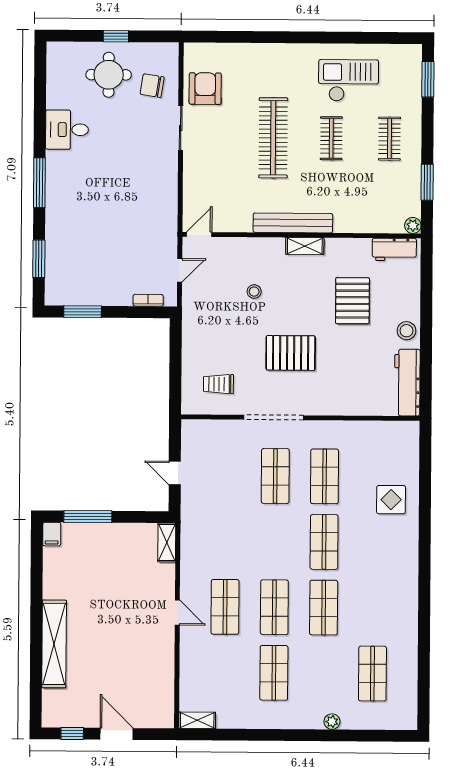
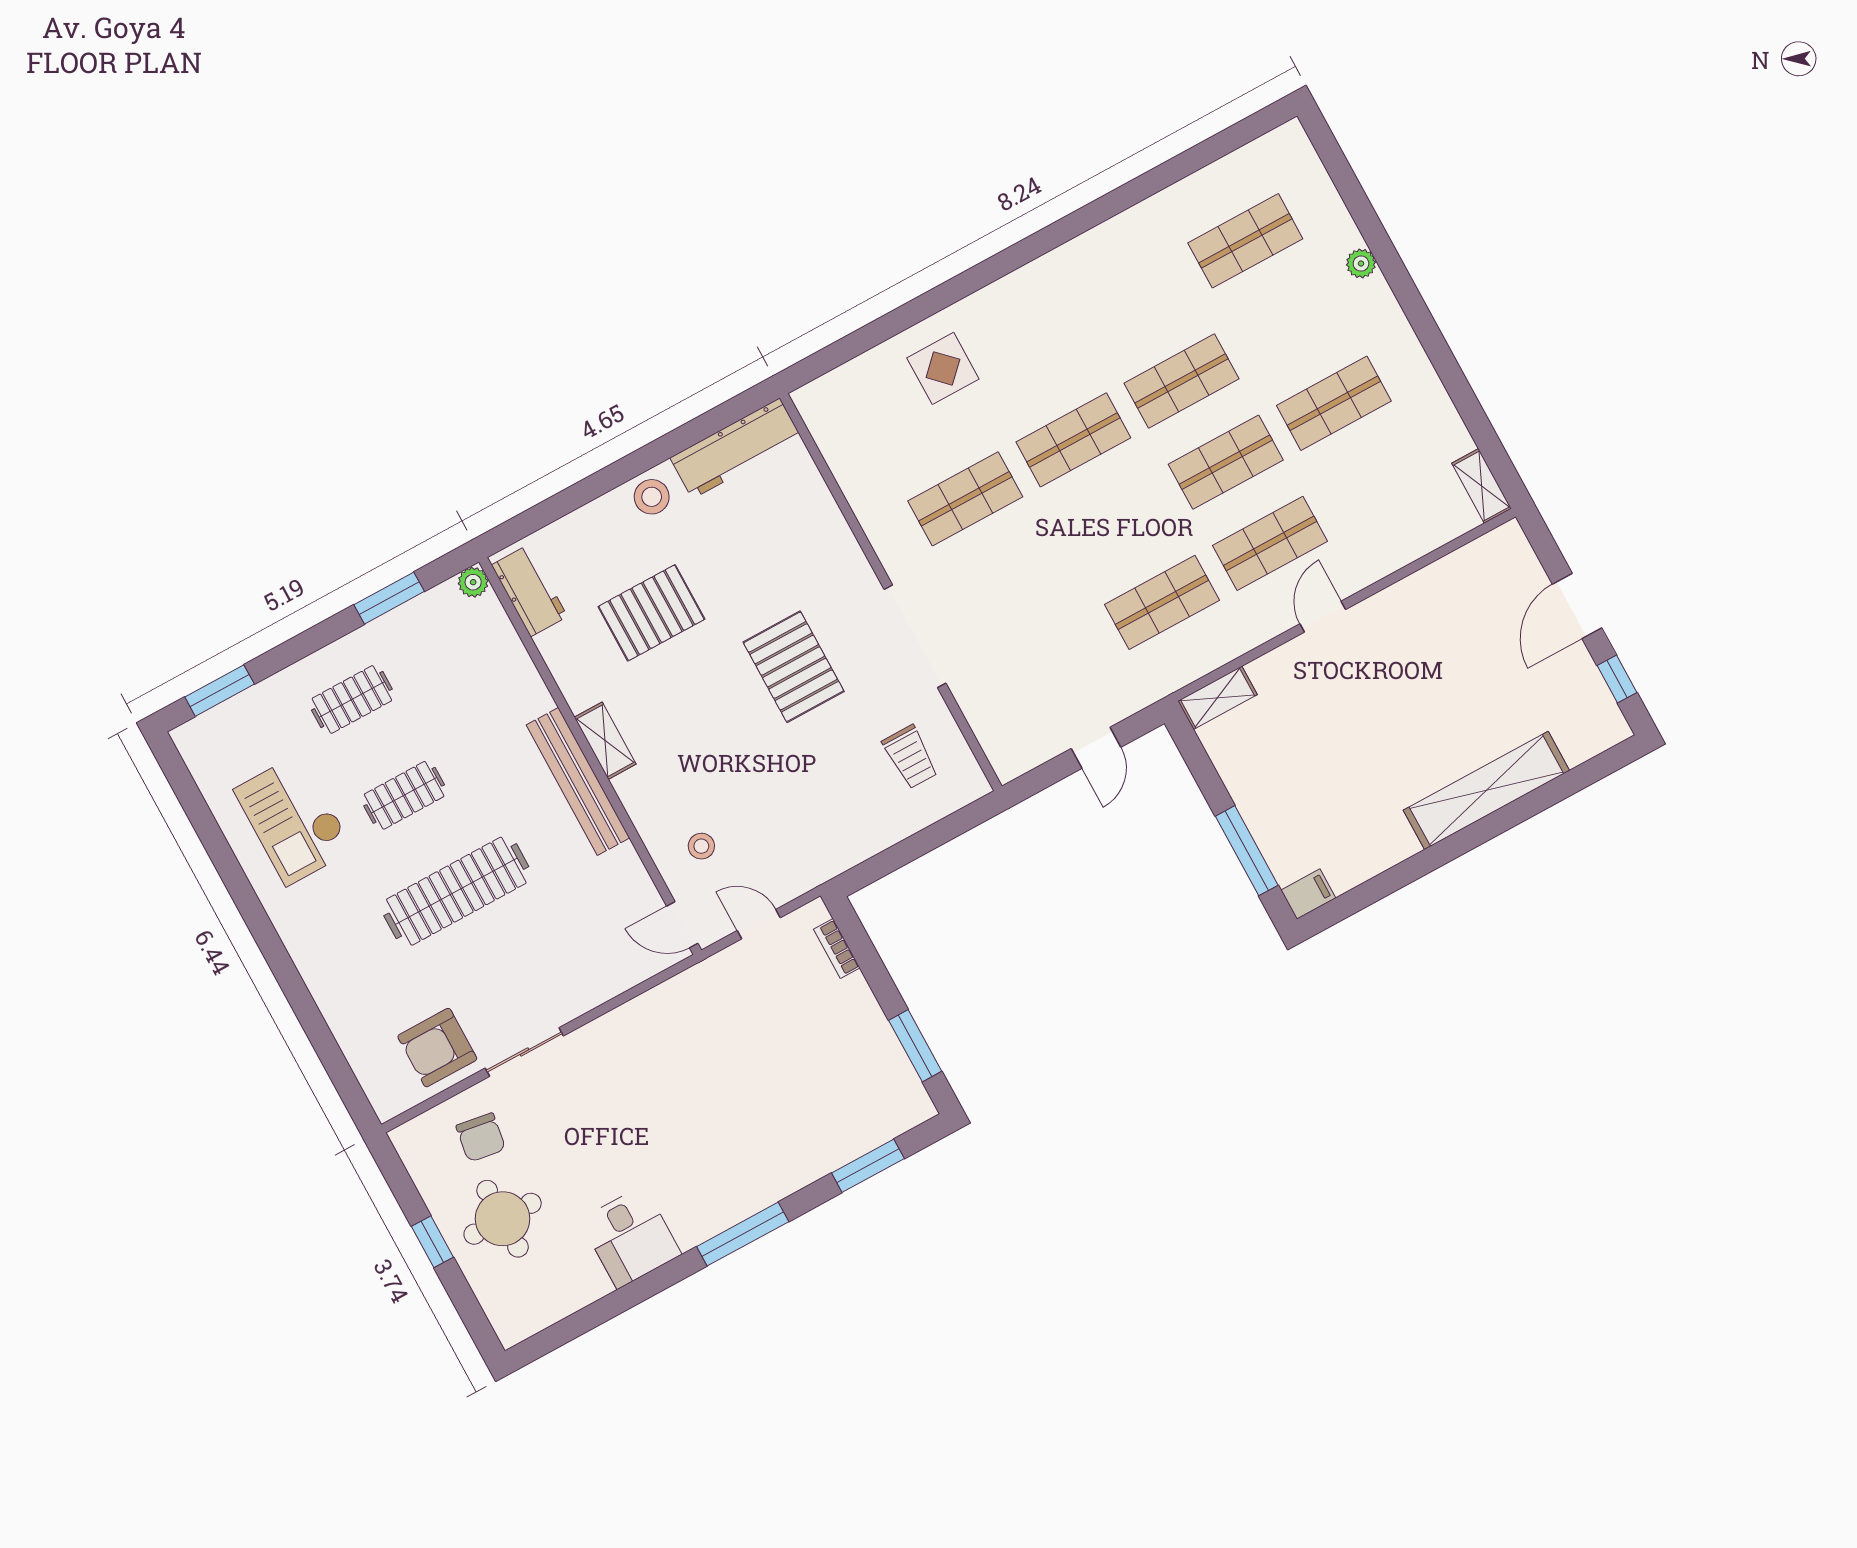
stool: (254, 292) -> (701, 846), moved
shop shelf: (275, 476) -> (1162, 602), moved

